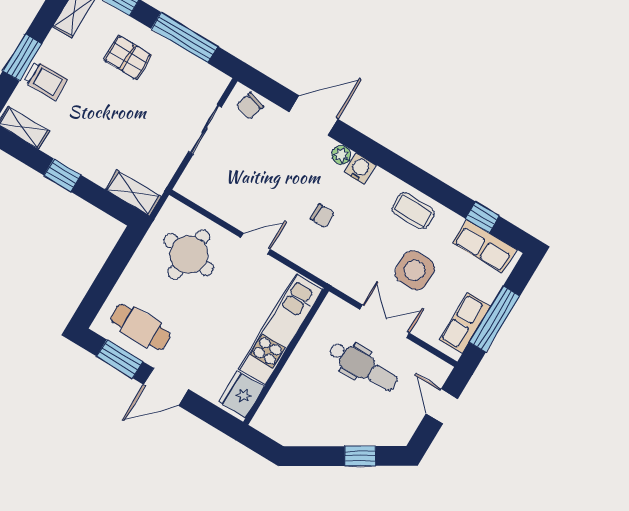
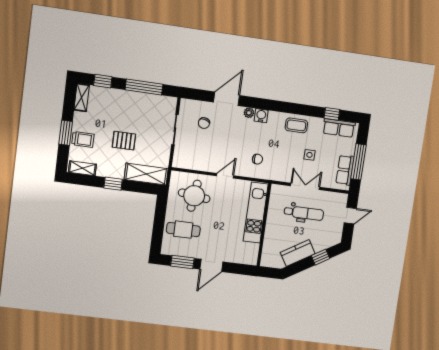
pallet: (128, 57) -> (124, 141), moved
chair: (250, 106) -> (204, 123), moved
shelving: (133, 193) -> (146, 174), width x1.50, depth x1.33
chair: (322, 216) -> (257, 159), moved
side table: (415, 270) -> (309, 155), width x0.54, depth x0.54
cafe table: (141, 327) -> (183, 230), moved
fridge: (241, 394) -> (250, 253), removed
door: (442, 406) -> (350, 216), swing flipped
kitchen counter: (323, 431) -> (298, 253), added

